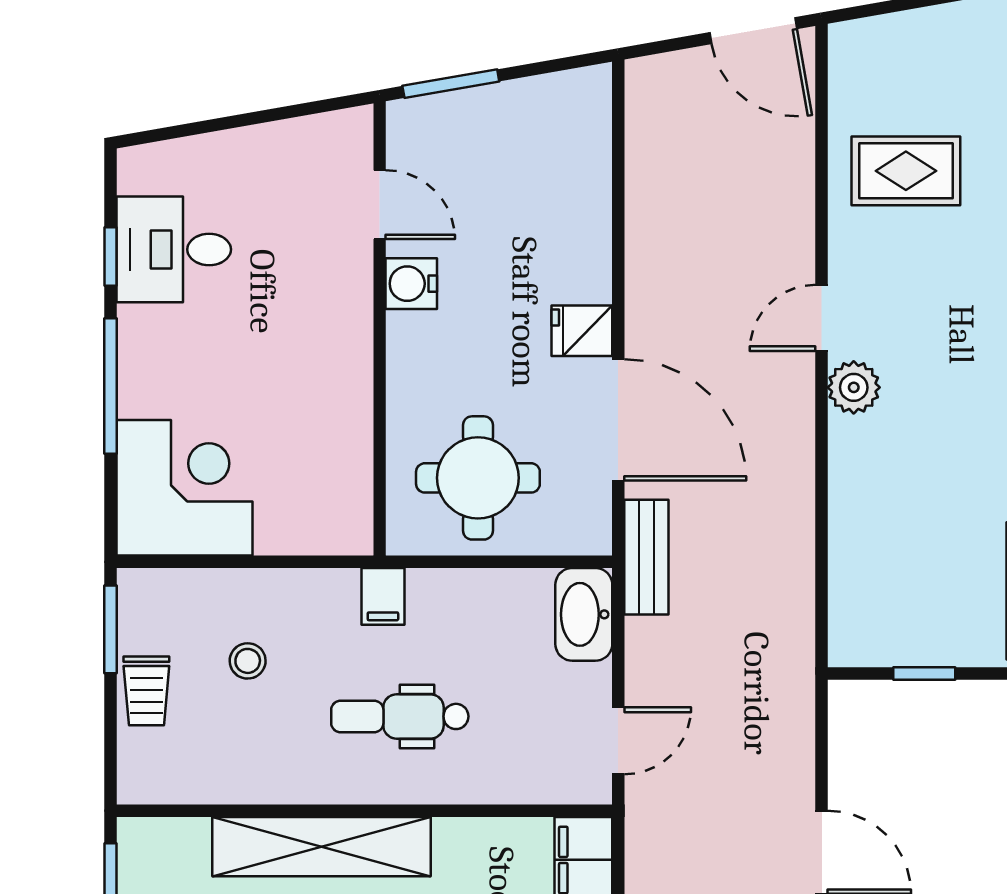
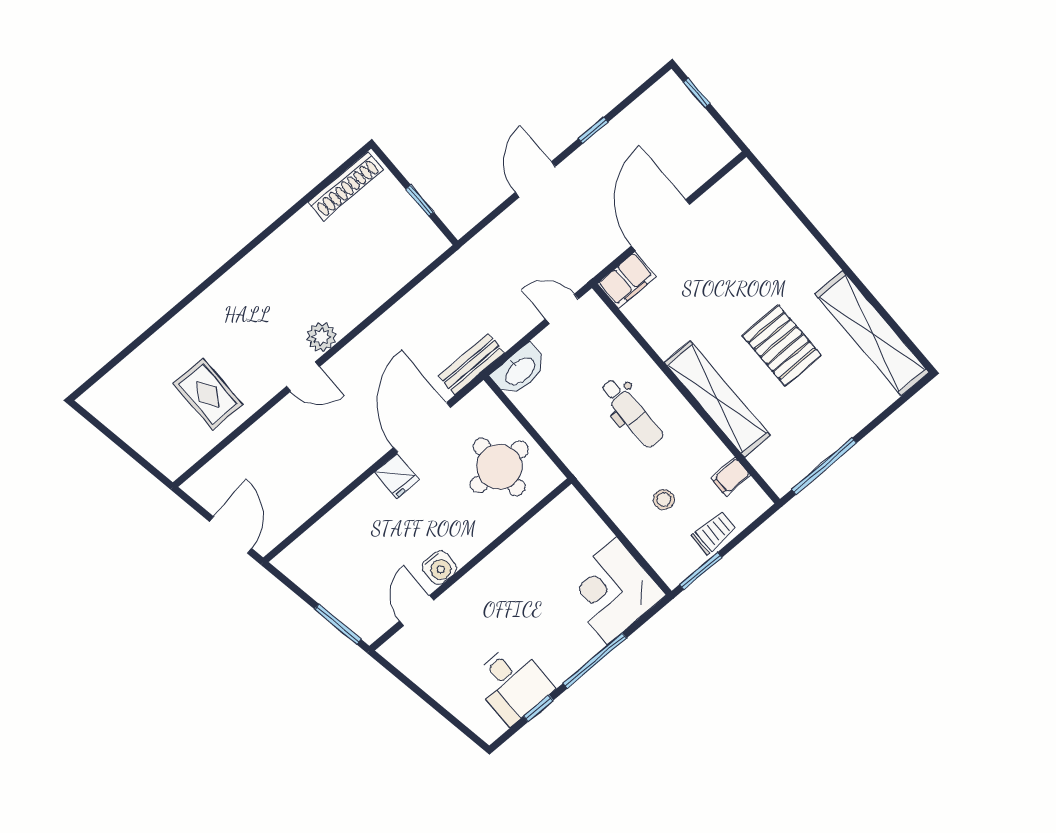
door: (753, 31) -> (231, 535), moved
filing cabinet: (383, 596) -> (731, 477), moved, turned 180

